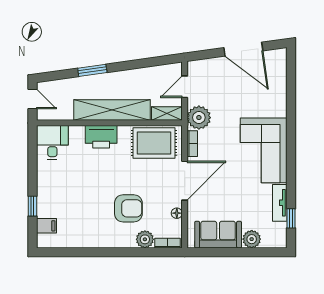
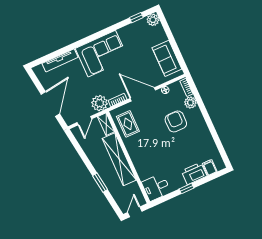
door: (243, 49) -> (50, 104), moved
door: (185, 87) -> (84, 121), hinge flipped
printer: (101, 137) -> (194, 174), moved, turned -90
rug: (154, 143) -> (128, 124), width x0.73, depth x0.70
tv unit: (280, 203) -> (60, 60), moved, width x1.41
window: (32, 206) -> (186, 188), moved
plant: (252, 239) -> (153, 20), moved

